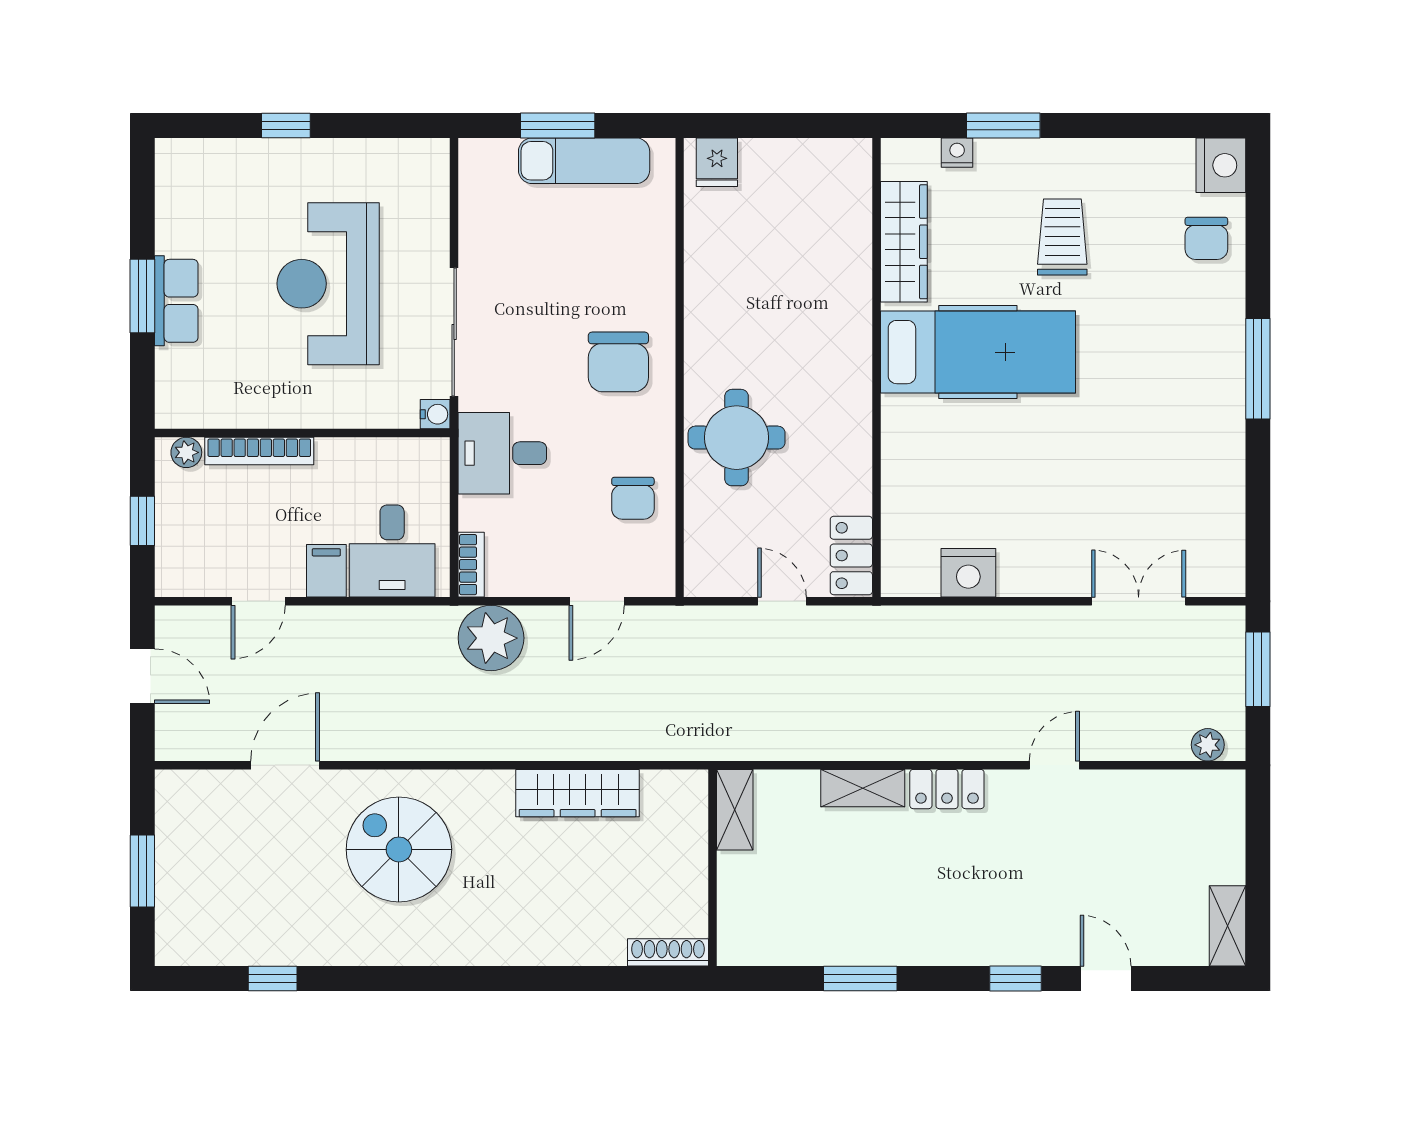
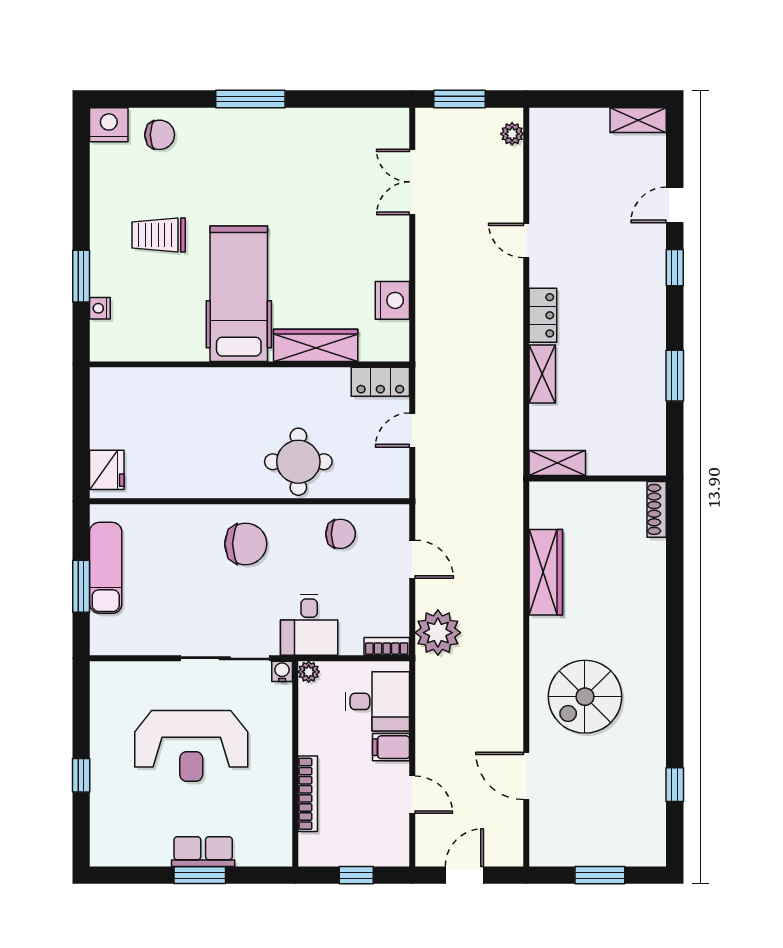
fridge: (717, 162) -> (107, 470), width x1.38
wardrobe: (904, 242) -> (316, 345), moved
plant: (186, 452) -> (309, 672), moved

